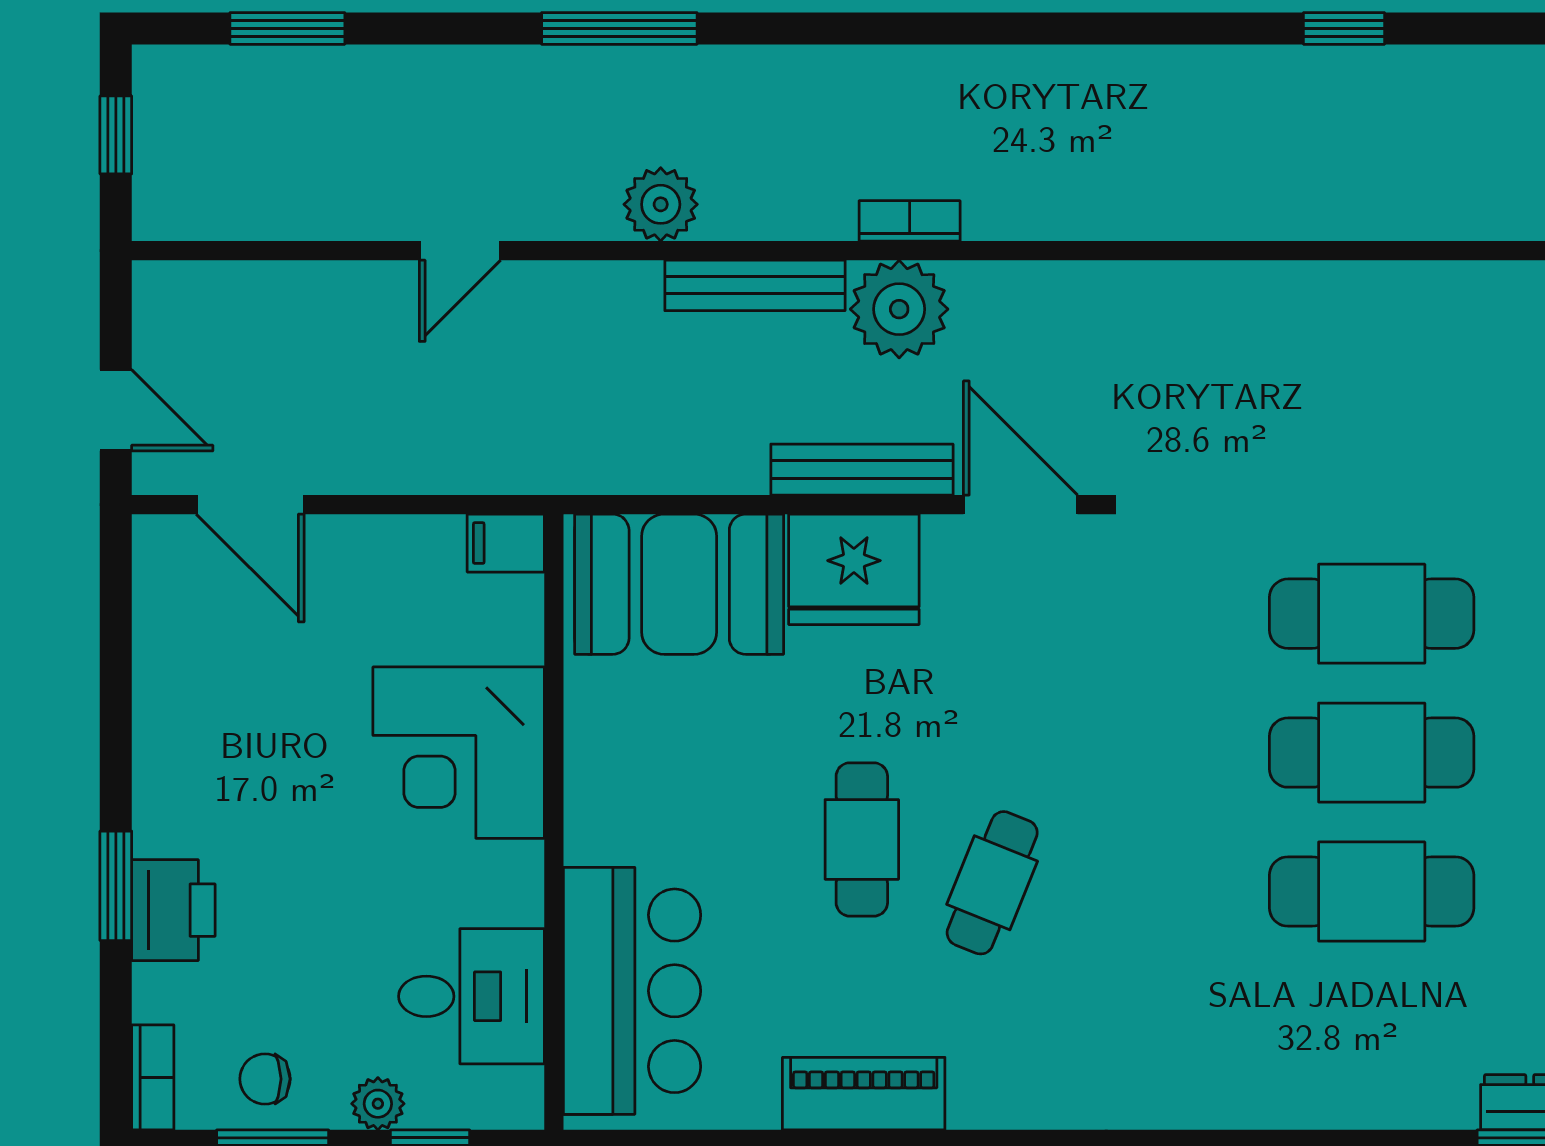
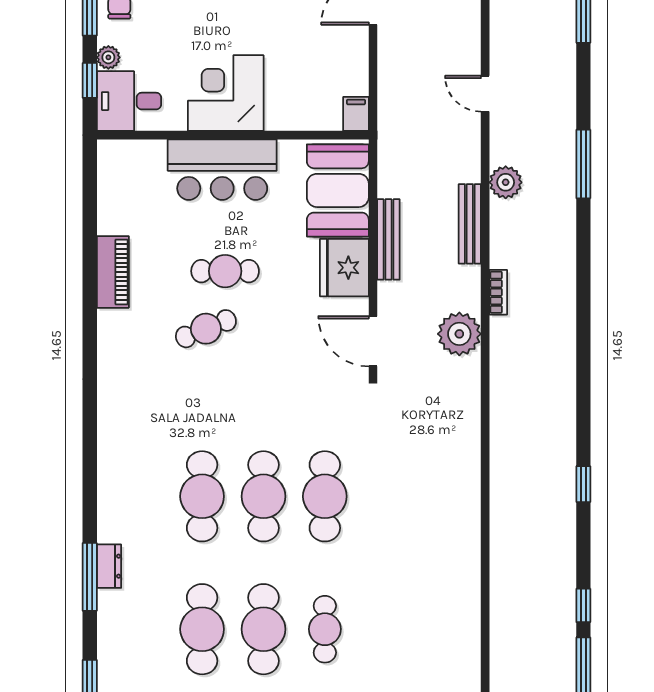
plant: (899, 309) -> (459, 334), moved
bench: (862, 470) -> (388, 239), moved
door: (1020, 505) -> (373, 341), swing flipped
corner desk: (459, 753) -> (226, 93), moved
cafe table: (992, 883) -> (206, 329), turned -44
bar counter: (632, 991) -> (222, 170), moved
desk: (471, 996) -> (129, 101), moved, turned 90

